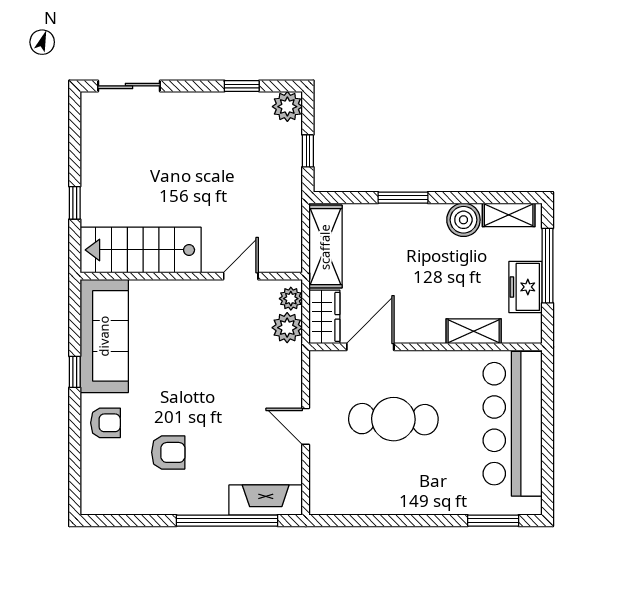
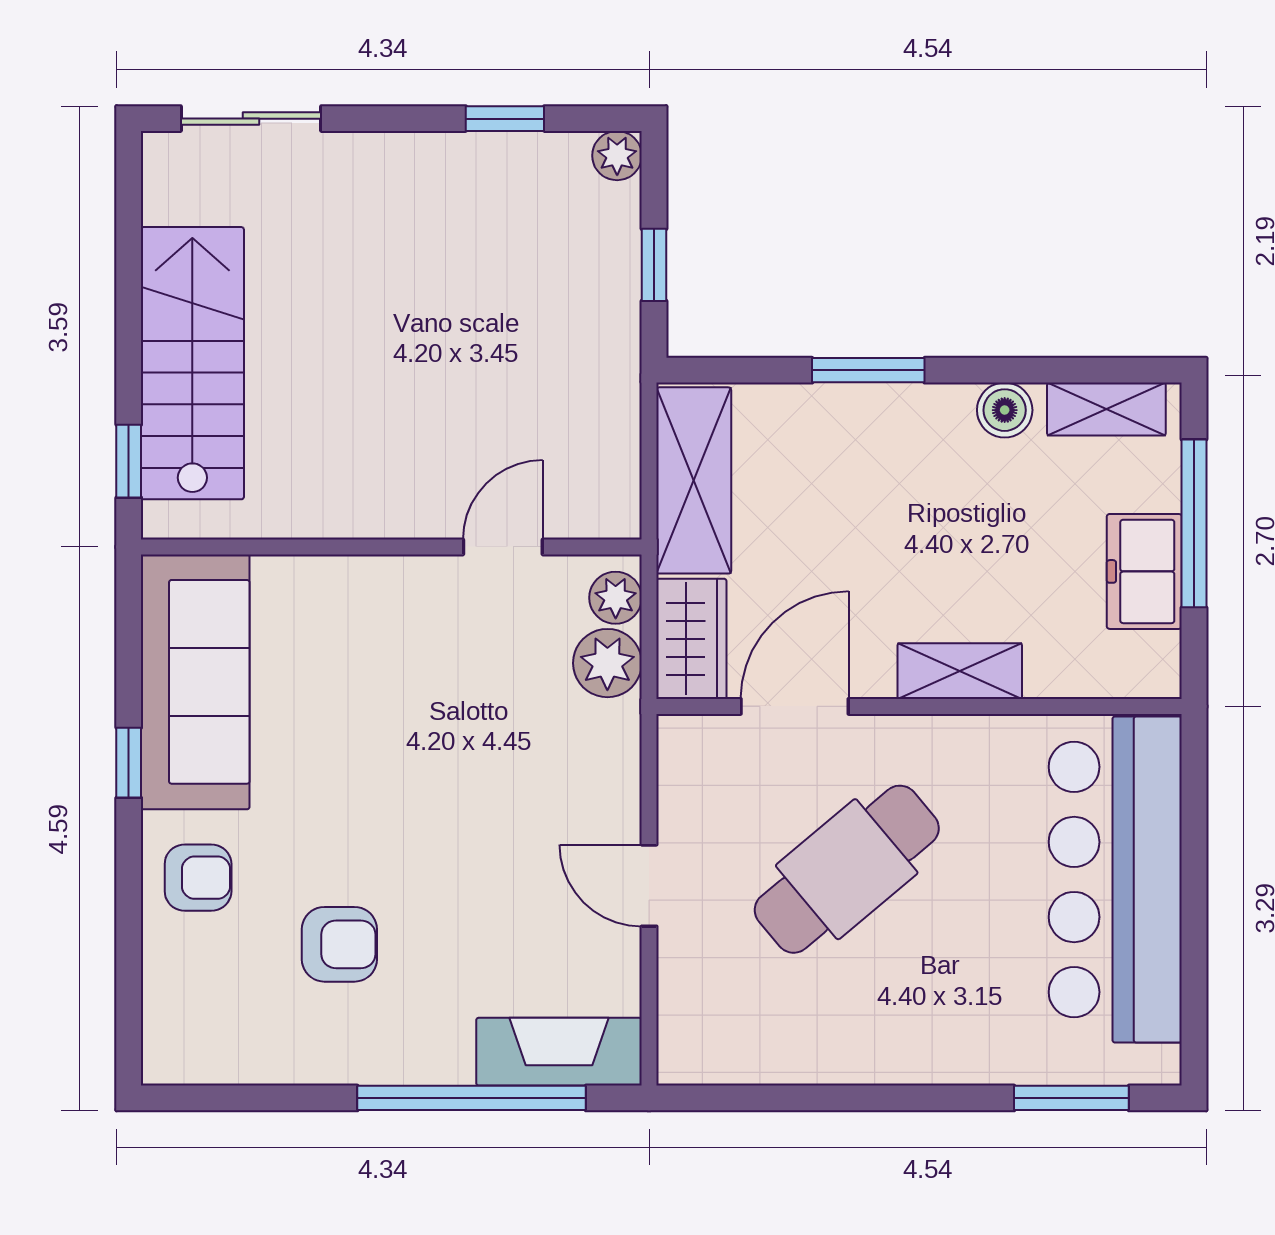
plant: (287, 107) -> (617, 156), width x0.73, depth x0.73
window: (75, 203) -> (129, 461), moved
boiler: (463, 220) -> (1005, 410), width x0.73, depth x0.73
stairs: (141, 250) -> (192, 363), moved, turned 90
shelving: (474, 331) -> (960, 671), moved
cafe table: (393, 419) -> (847, 869), turned -41

